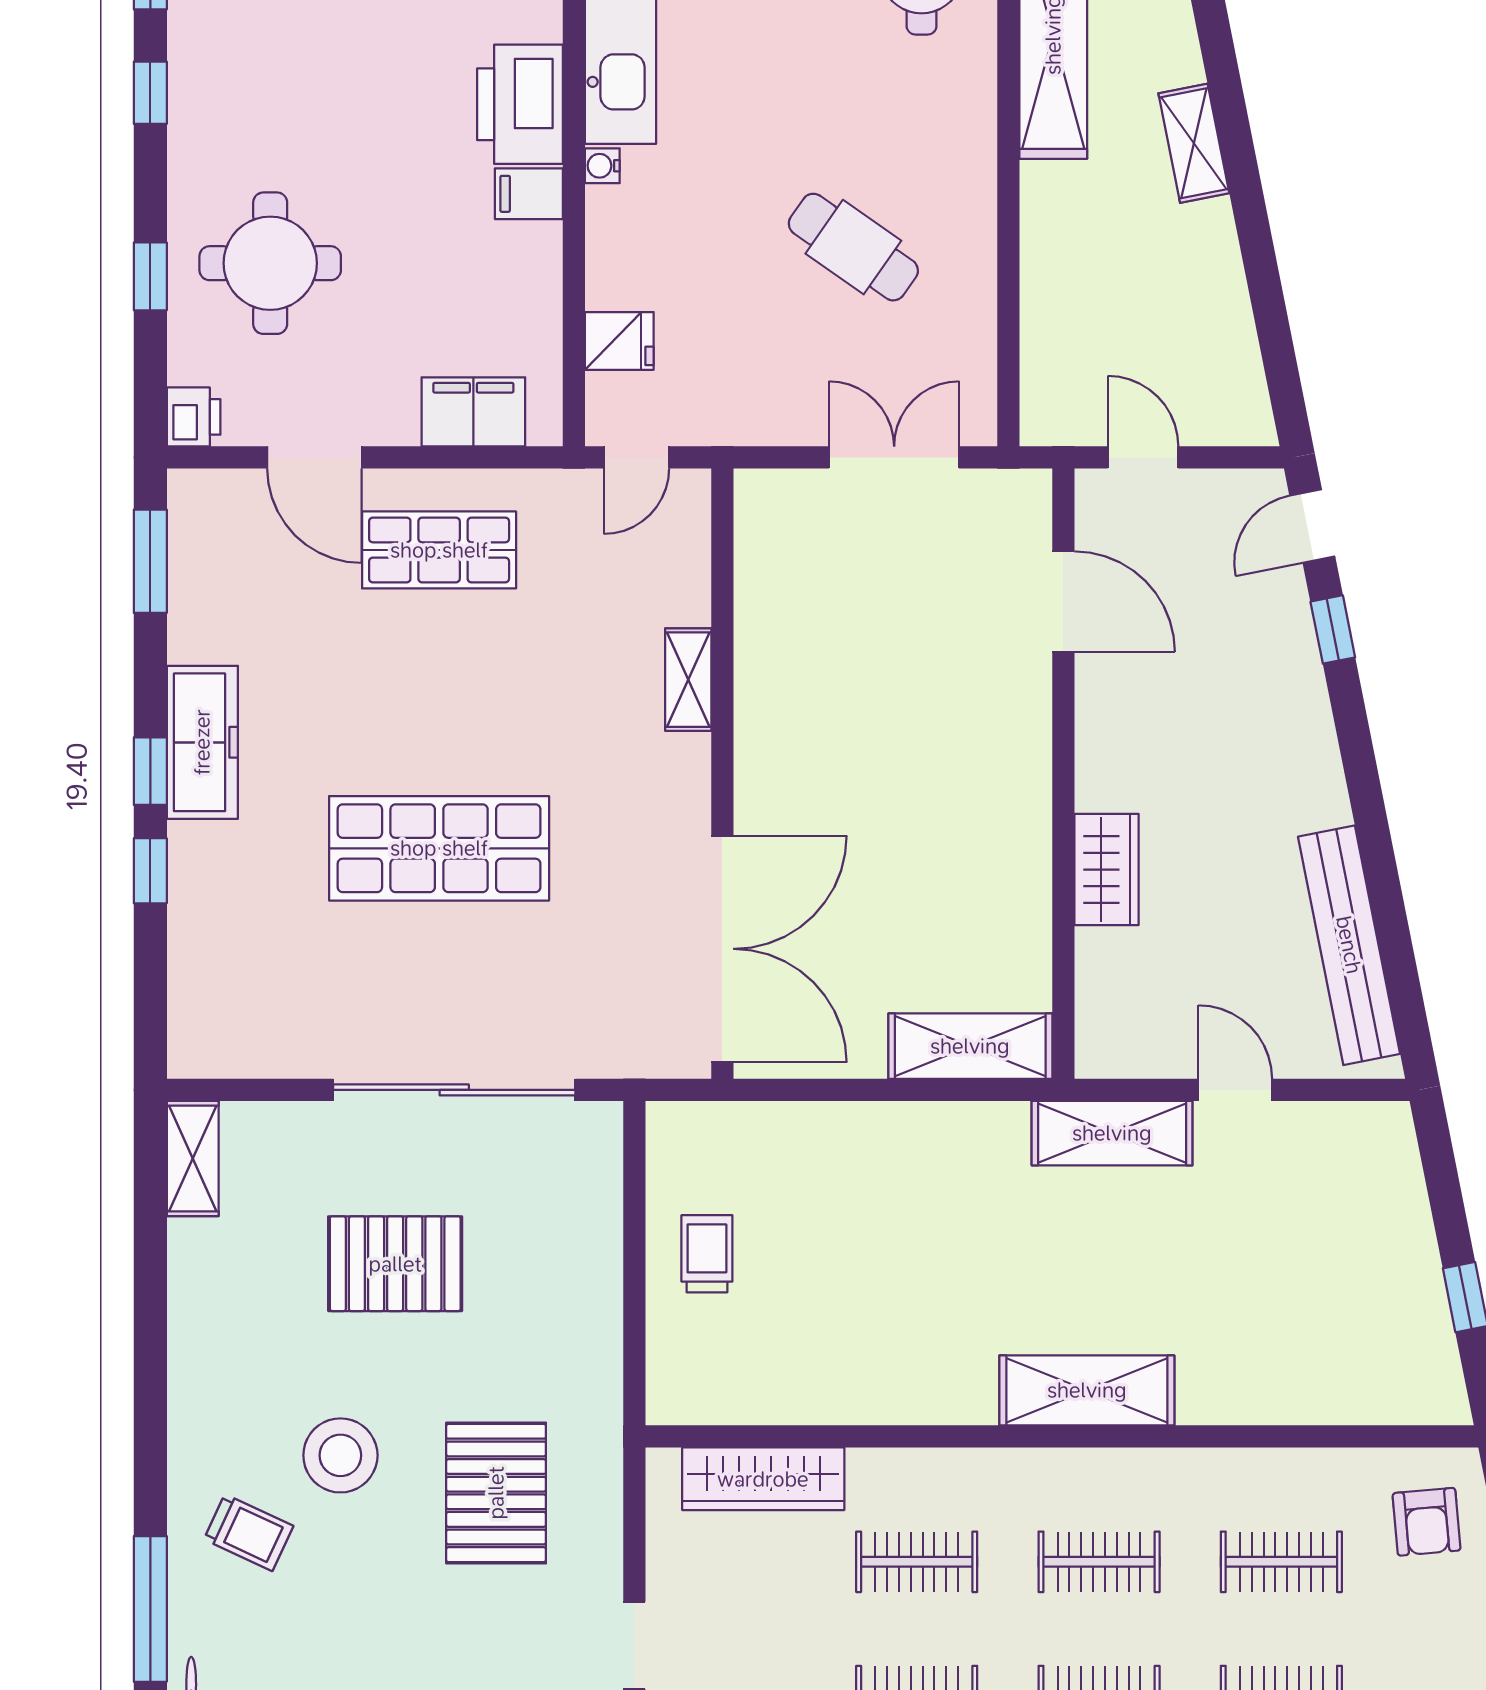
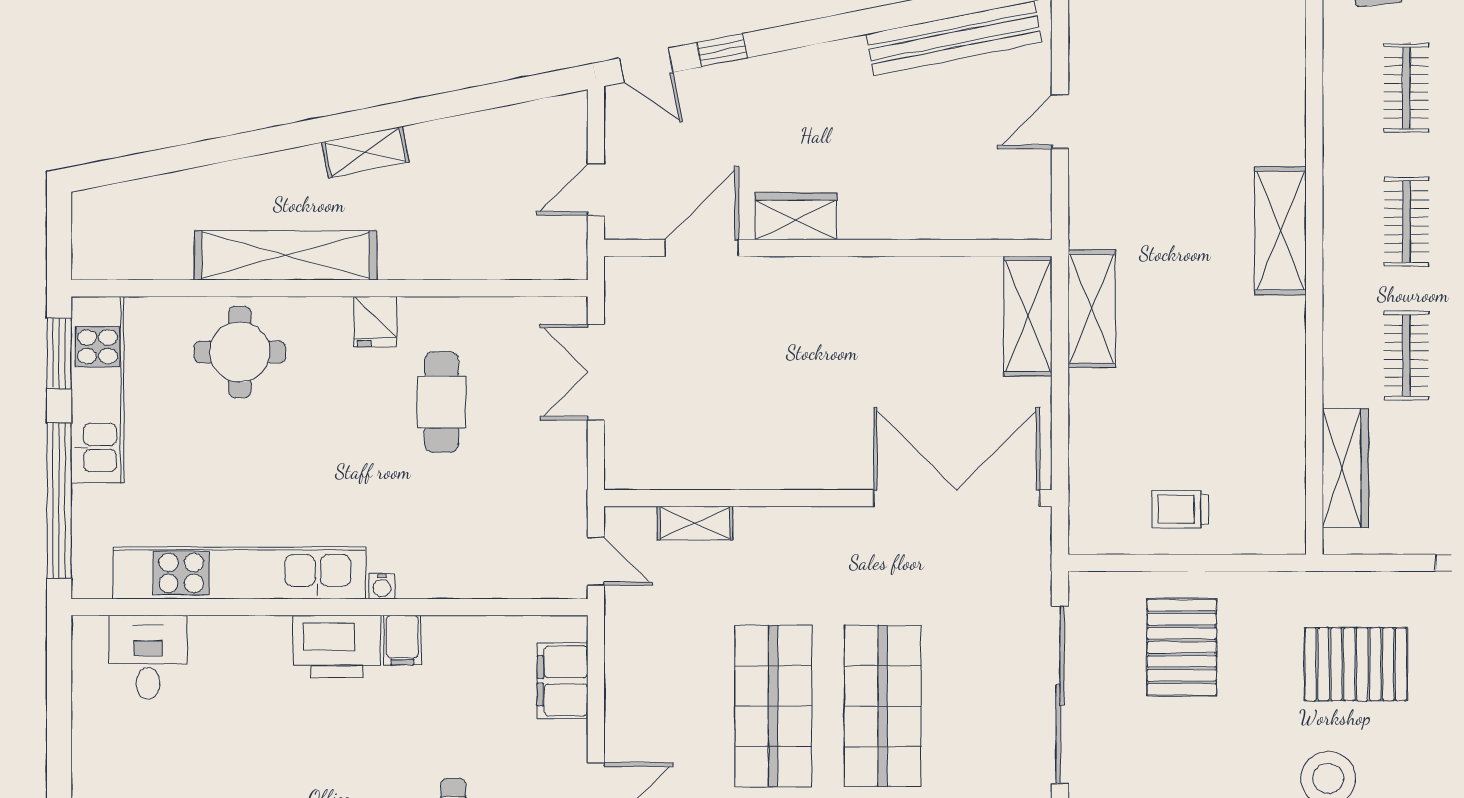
cafe table: (853, 247) -> (442, 402), turned -35
fridge: (619, 341) -> (375, 322), moved, turned 180
shop shelf: (439, 550) -> (773, 706), moved, width x1.43, depth x1.36
shelving: (688, 680) -> (695, 523), moved
wardrobe: (1107, 870) -> (796, 216), moved
shelving: (1112, 1133) -> (1092, 309), moved
pallet: (395, 1264) -> (1182, 647), moved

